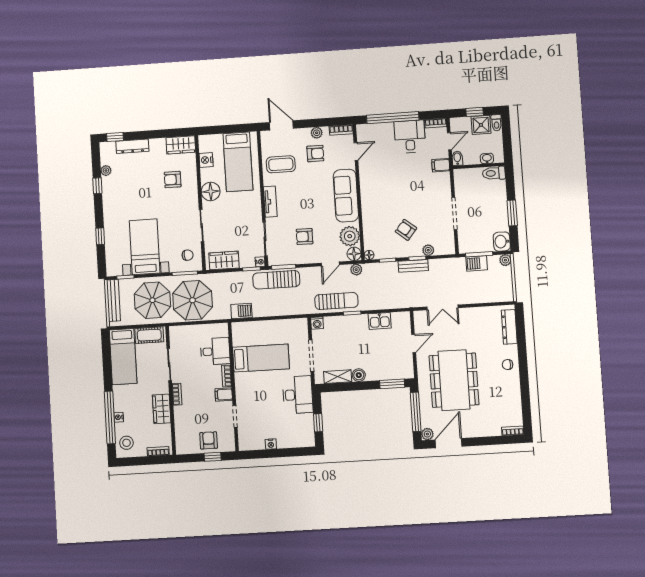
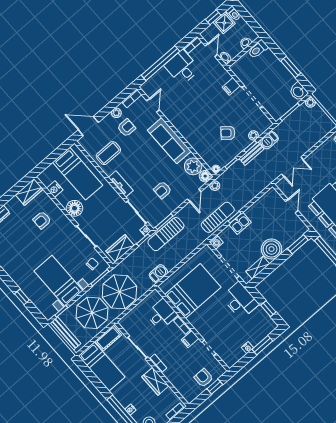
filing cabinet: (441, 165) -> (231, 86), moved
barbecue: (477, 263) -> (269, 140), moved
kitchen sink: (380, 321) -> (240, 223), moved
bed: (261, 358) -> (193, 291), width x1.50
boiler: (359, 375) -> (272, 249), width x1.86, depth x1.86
window: (286, 452) -> (262, 345), added

